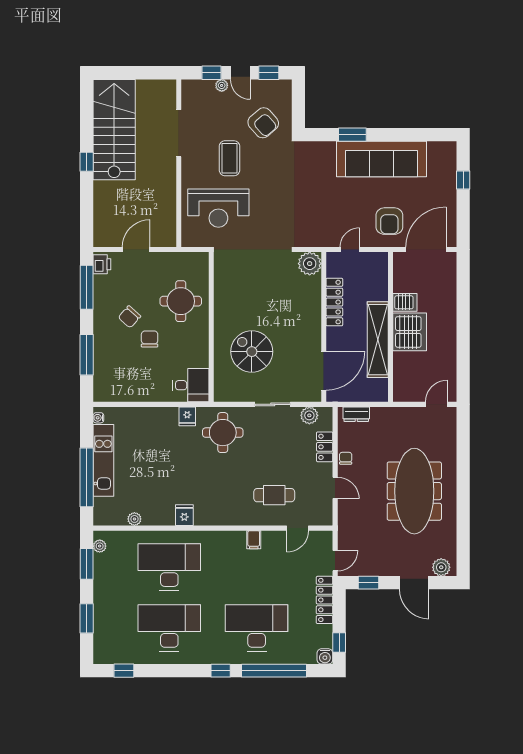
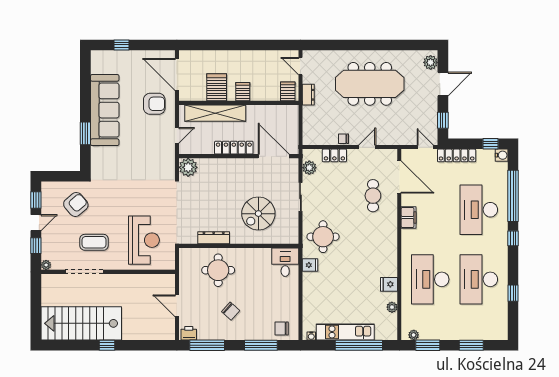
plant: (222, 85) -> (46, 265), moved
coffee table: (229, 158) -> (94, 242), moved
door: (350, 250) -> (177, 135), swing flipped
dresser: (221, 295) -> (214, 238), added
locker: (334, 302) -> (234, 148), moved
server rack: (405, 302) -> (217, 87), width x1.36, depth x1.44
server rack: (410, 332) -> (243, 92), width x0.46, depth x0.70
chair: (150, 339) -> (282, 329), moved
shelving: (378, 340) -> (215, 113), moved
server rack: (405, 388) -> (288, 91), added
dresser: (356, 414) -> (308, 95), moved
fridge: (184, 515) -> (389, 284), moved
door: (298, 528) -> (399, 177), width x1.87
filing cabinet: (254, 540) -> (409, 217), width x2.00
window: (124, 671) -> (513, 293), moved

